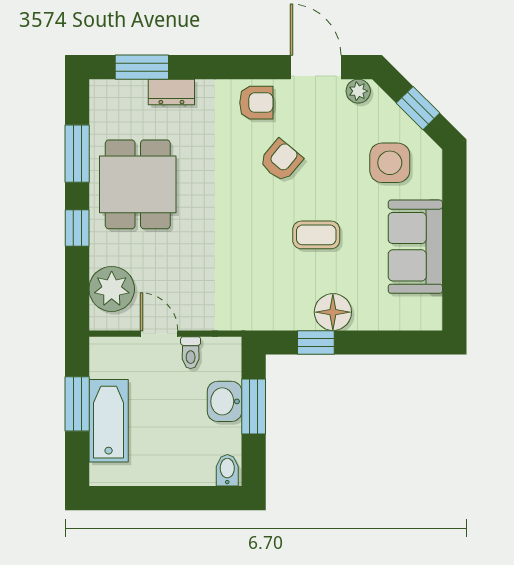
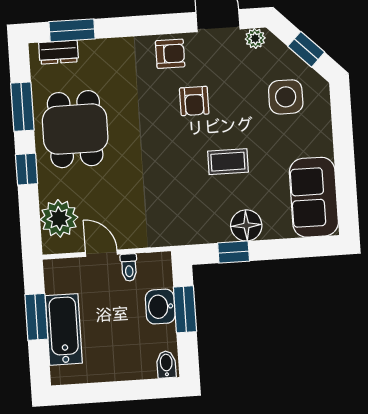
dresser: (171, 92) -> (59, 52), moved
armchair: (281, 160) -> (194, 101), turned 140
sofa: (415, 247) -> (314, 197), moved

